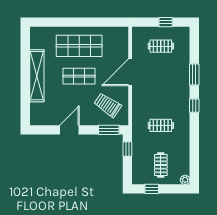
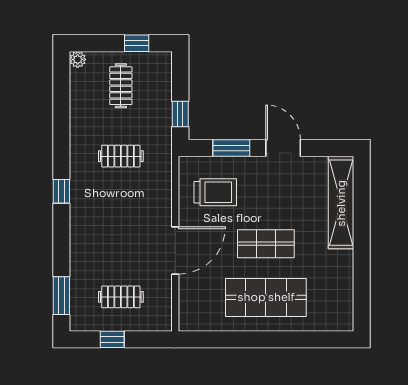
window: (194, 74) -> (61, 296), moved
shelving: (37, 76) -> (341, 203), moved
trolley: (108, 105) -> (215, 192), turned -34
door: (69, 130) -> (283, 148), swing flipped
window: (109, 130) -> (231, 148), moved

